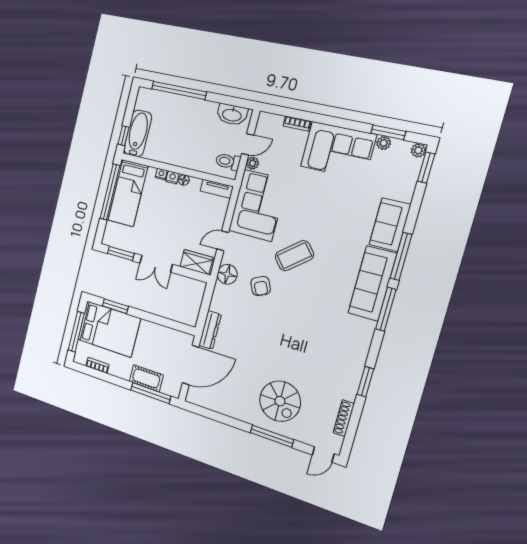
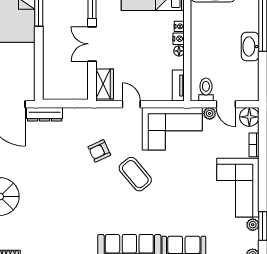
washbasin: (232, 115) -> (250, 47), moved
floor lamp: (227, 274) -> (249, 117), moved

